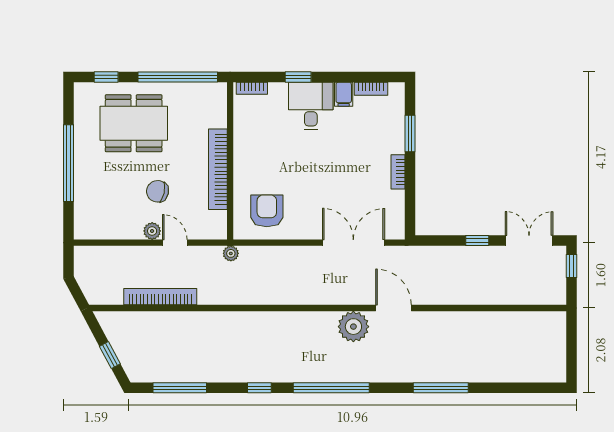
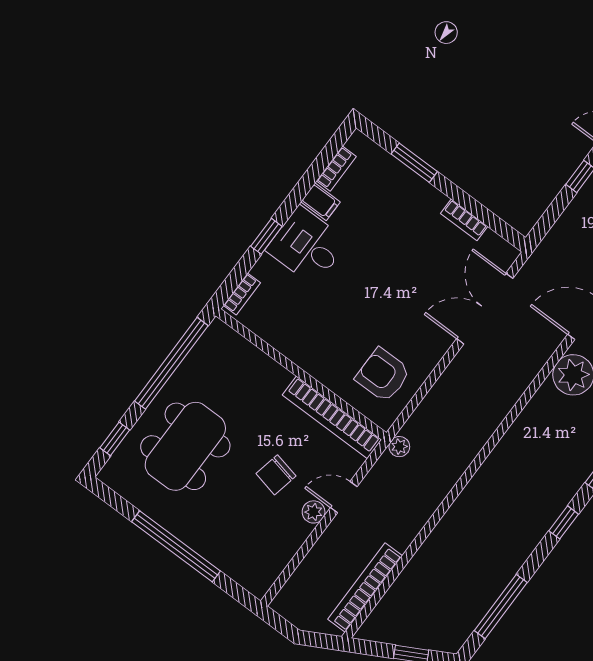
bookcase: (218, 169) -> (332, 417), moved
bookcase: (398, 172) -> (464, 220), moved
bookcase: (160, 297) -> (365, 588), moved

